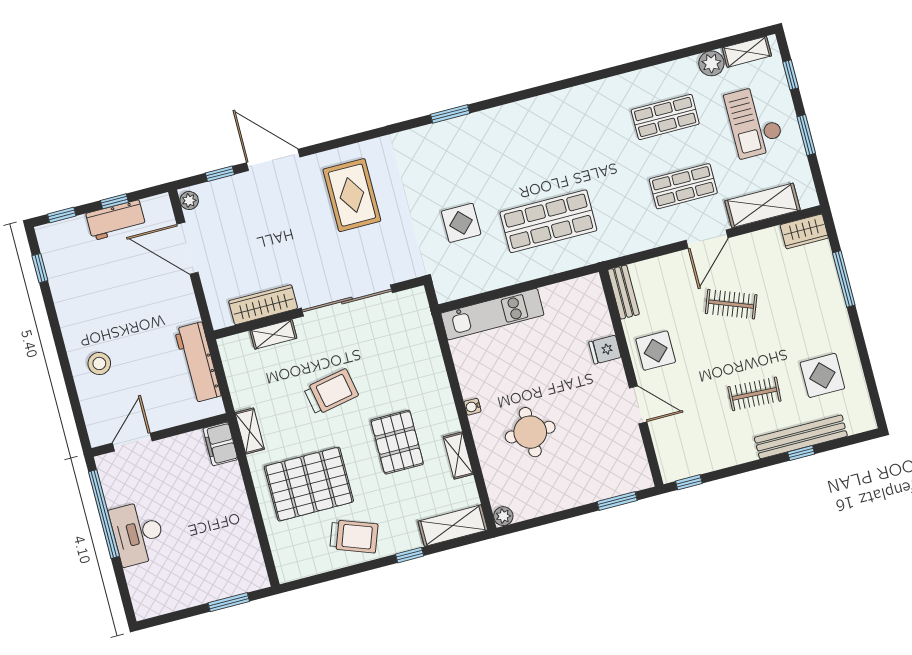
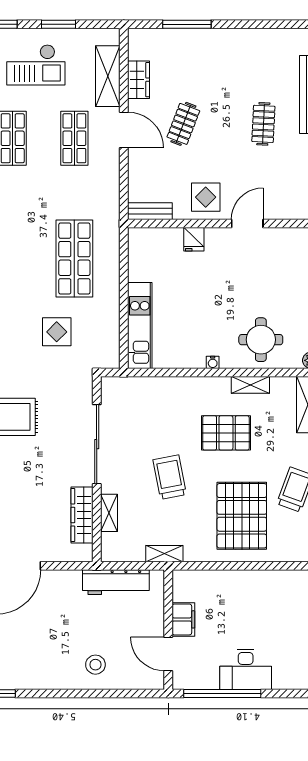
wardrobe: (804, 231) -> (139, 80), moved
display table: (822, 375) -> (263, 63), removed
shelving: (250, 431) -> (164, 554), moved
round table: (530, 432) -> (261, 340), moved
filing cabinet: (220, 444) -> (183, 619), moved, turned -90

